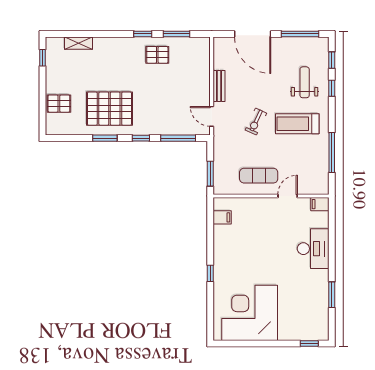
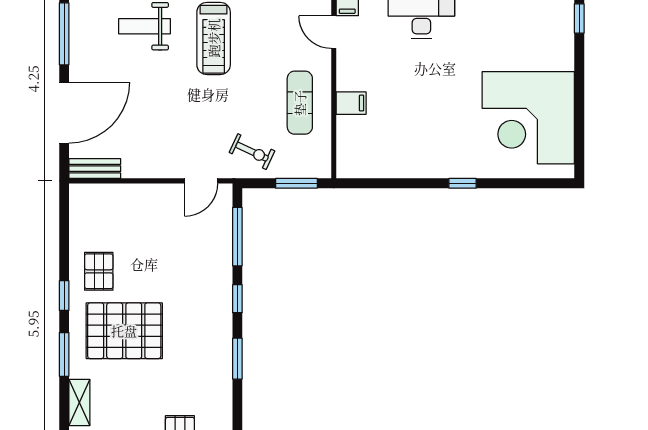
window: (176, 34) -> (64, 354), moved
bench: (219, 86) -> (95, 169), moved
pallet: (109, 109) -> (124, 331), moved, turned 90
exercise bike: (256, 122) -> (252, 152), moved
door: (288, 196) -> (334, 32), moved
filing cabinet: (222, 217) -> (351, 103), moved, turned 90

